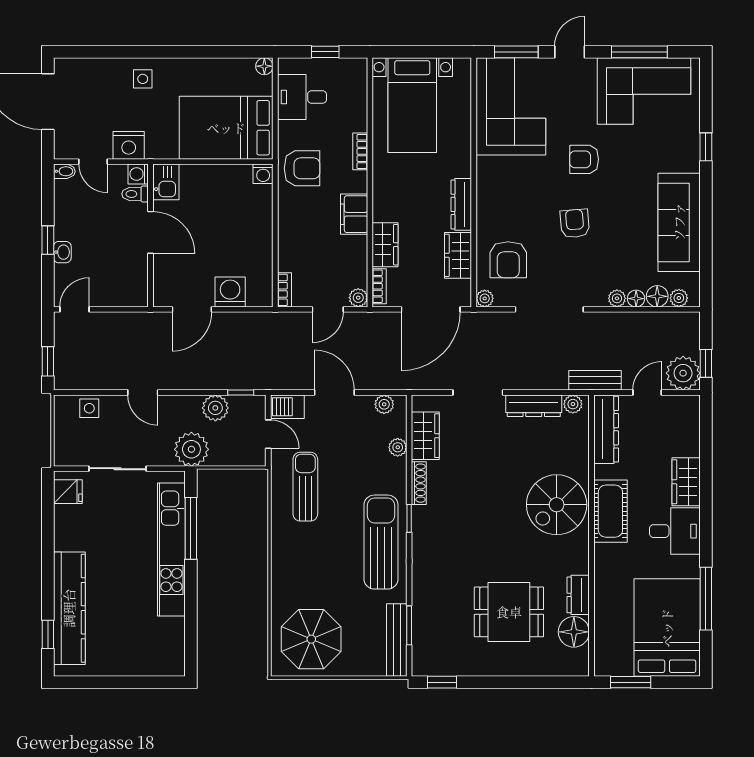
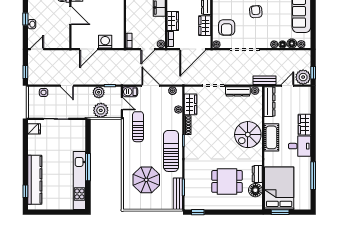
plant: (191, 449) -> (101, 110), moved
window: (191, 528) -> (88, 167), moved
kitchen unit: (171, 549) -> (79, 181), moved
bed: (667, 628) -> (279, 188), moved
parasol: (311, 639) -> (146, 180), moved

